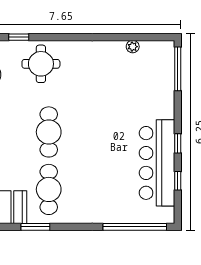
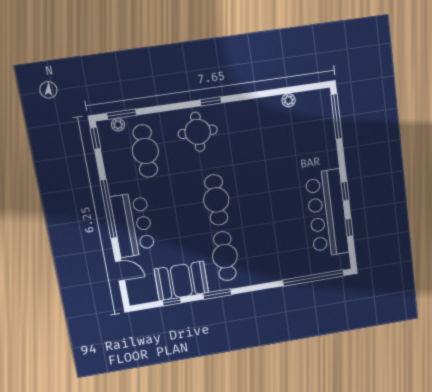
window: (19, 37) -> (211, 101), moved

